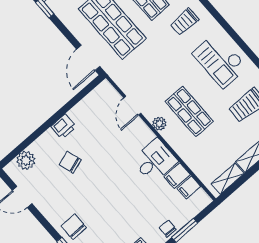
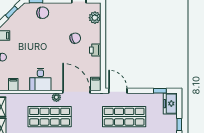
door: (132, 106) -> (76, 92), width x1.87
shop shelf: (189, 111) -> (50, 117), width x1.43, depth x1.36
filing cabinet: (177, 176) -> (96, 84), moved

